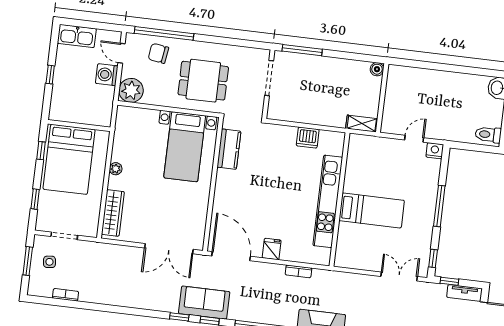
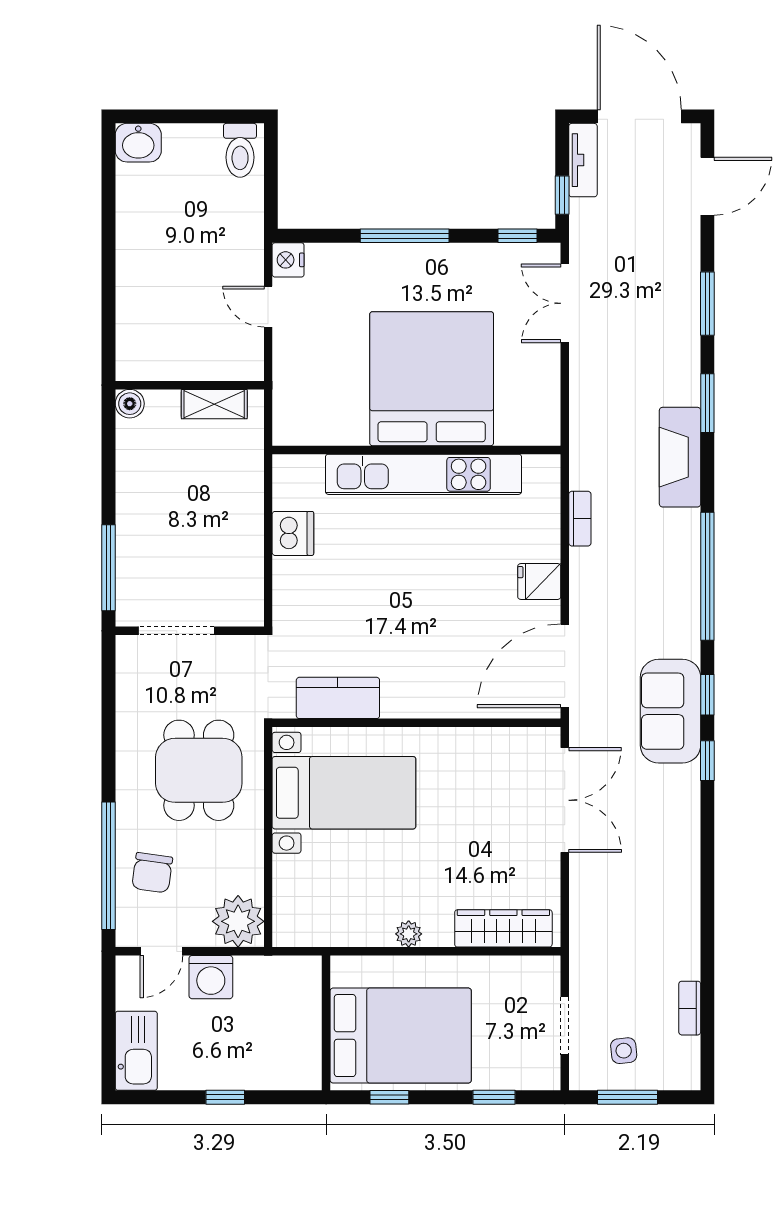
shelving: (362, 124) -> (214, 404), moved, turned 90
bed: (372, 210) -> (432, 379), width x2.04

